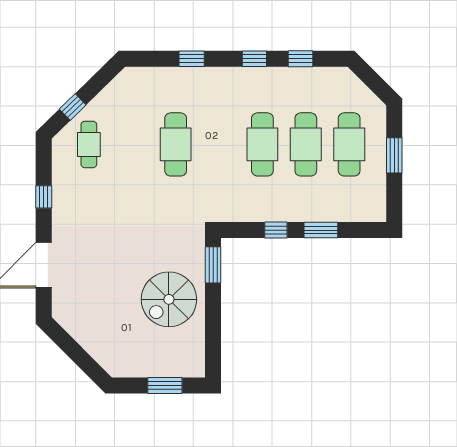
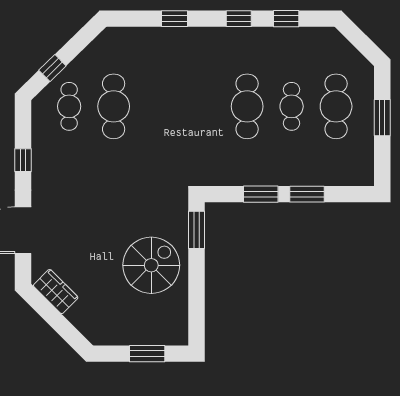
cafe table: (176, 144) -> (114, 106), moved
cafe table: (306, 144) -> (292, 106), width x0.73, depth x0.74
window: (276, 230) -> (261, 194), width x1.50
spiral stairs: (169, 299) -> (151, 265), turned 180
wardrobe: (76, 325) -> (56, 292), added

